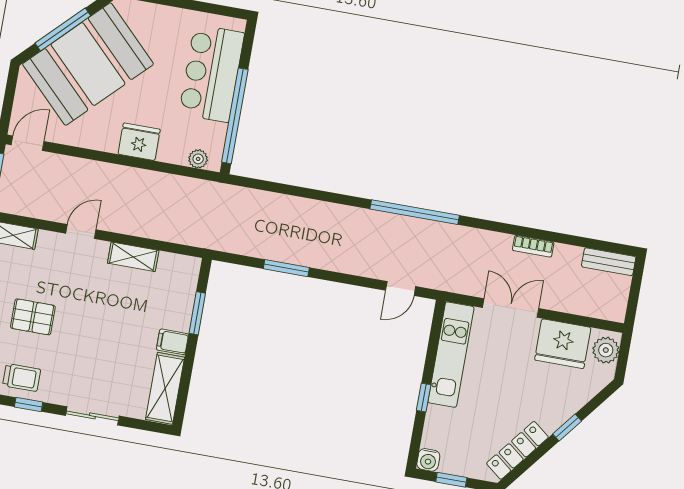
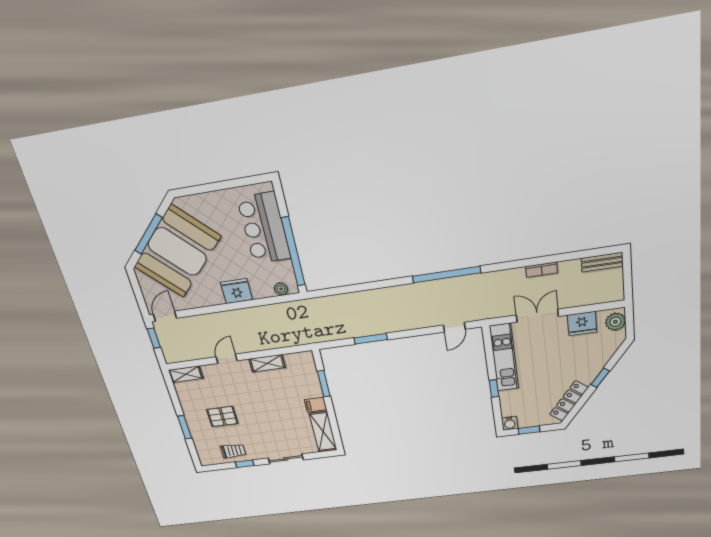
fridge: (563, 344) -> (582, 323), width x0.73, depth x0.75

